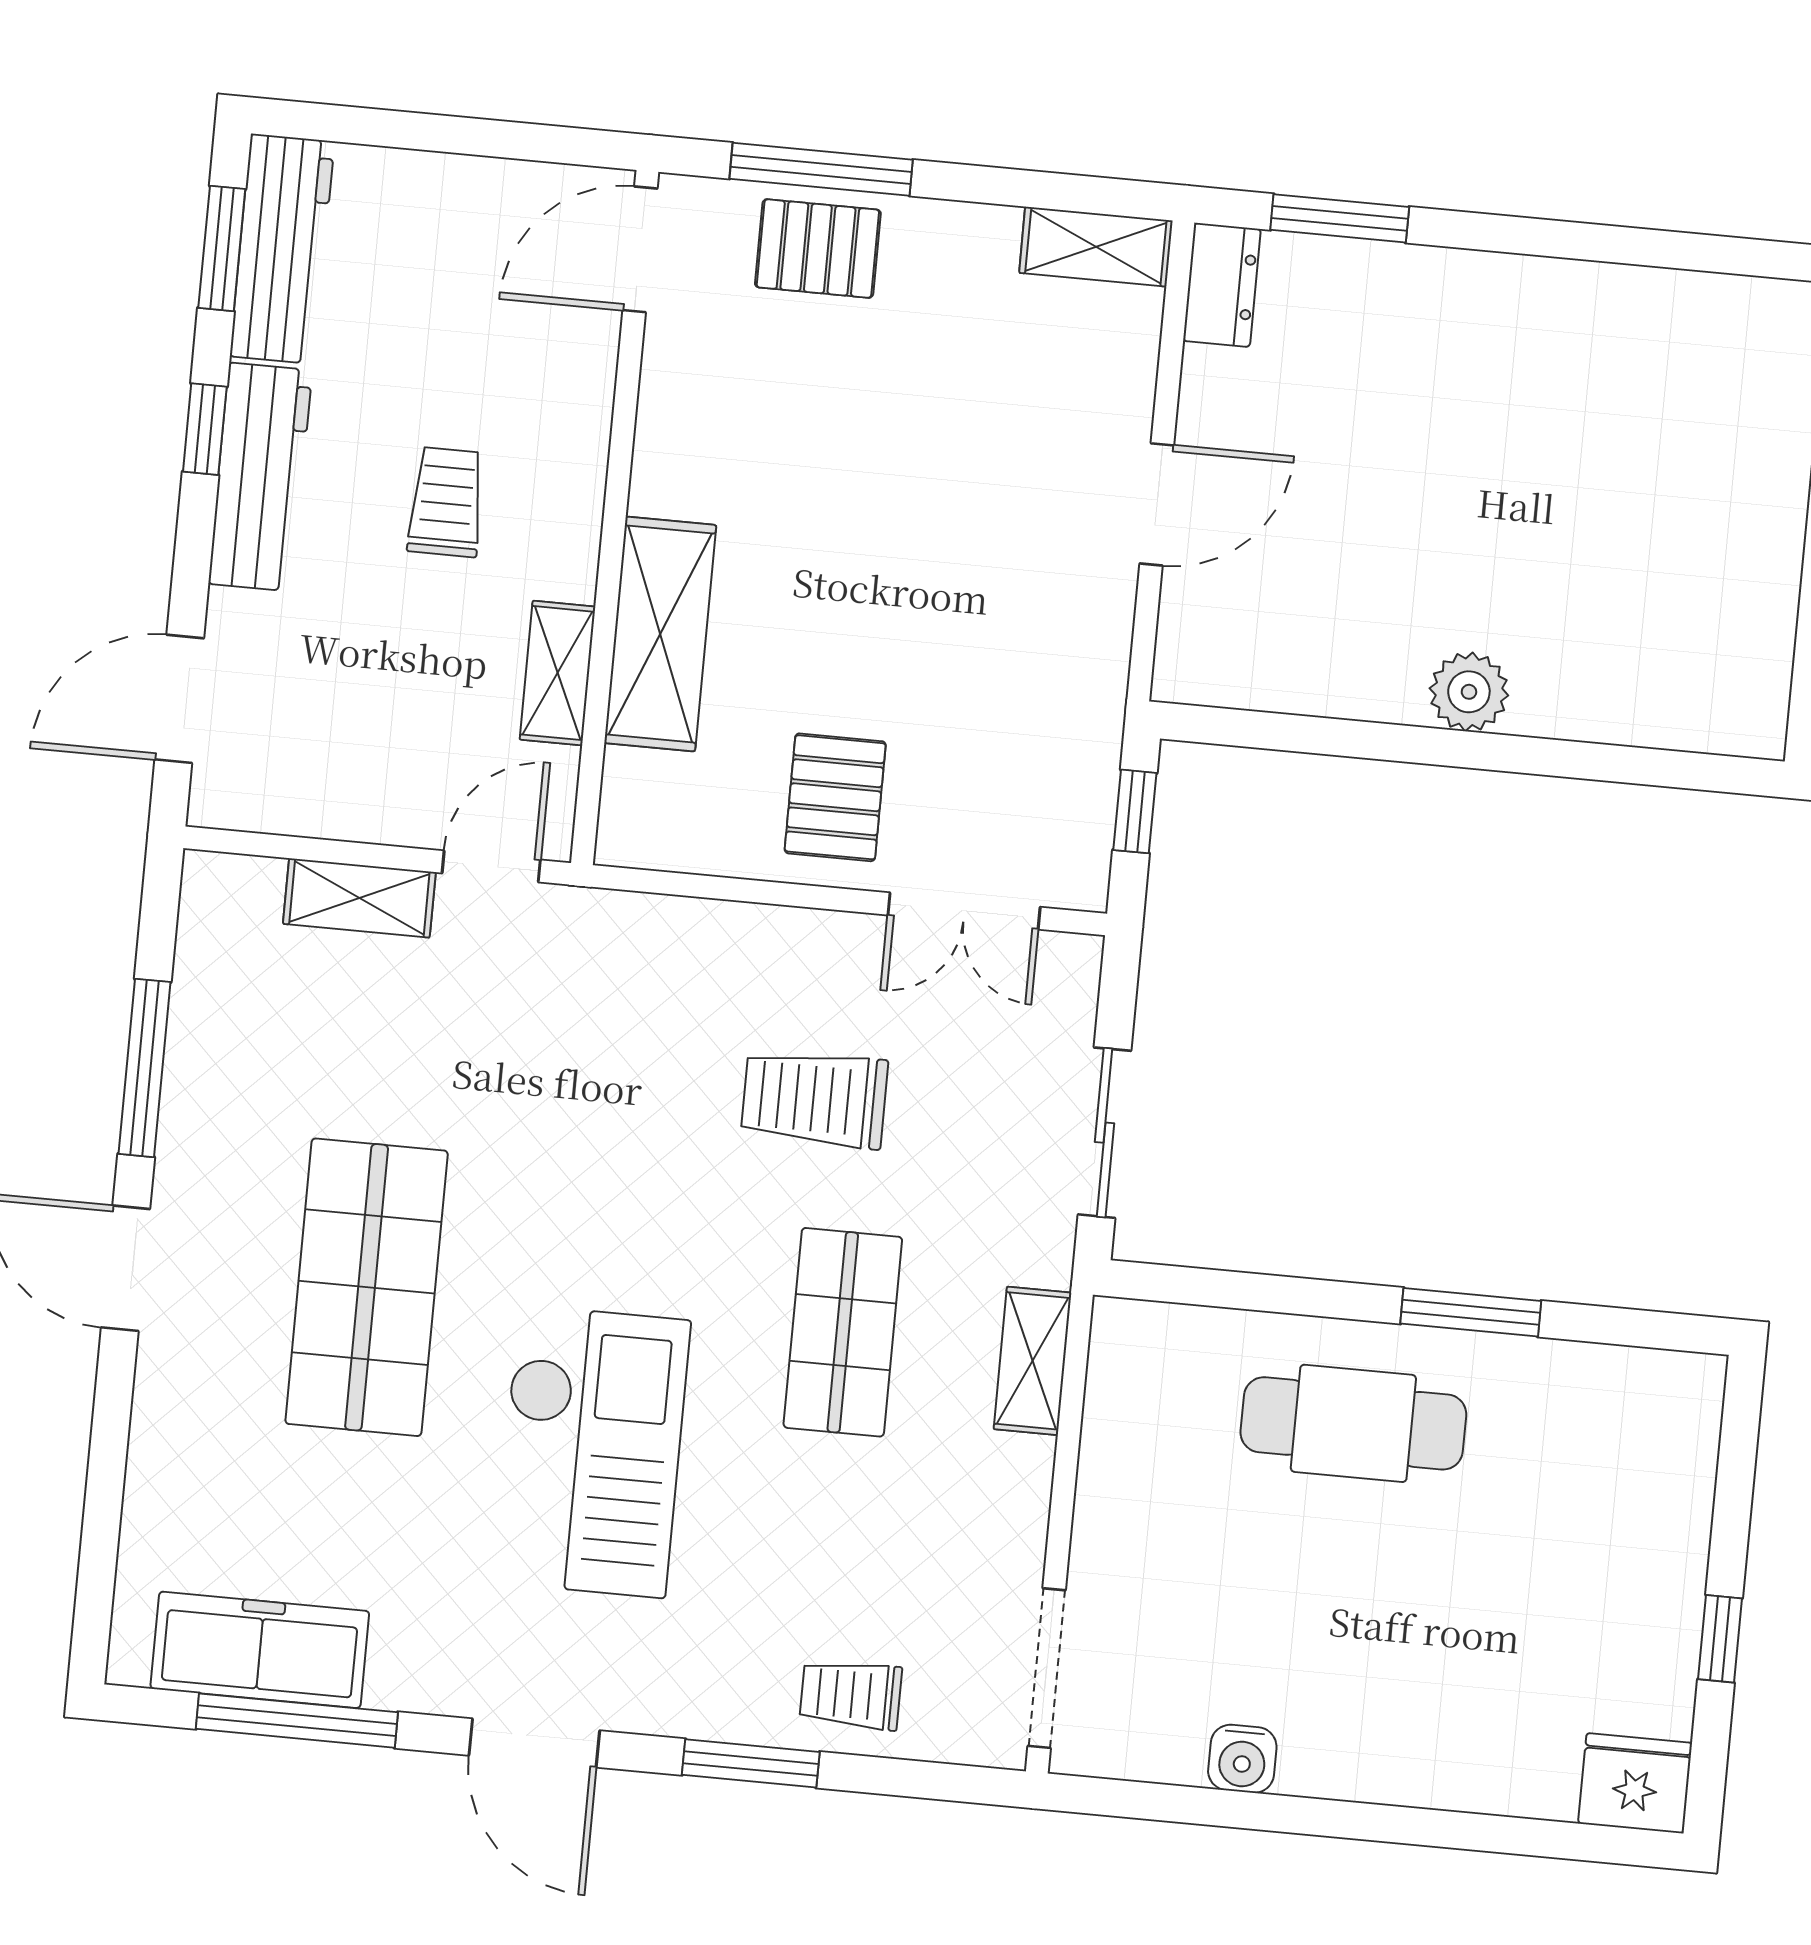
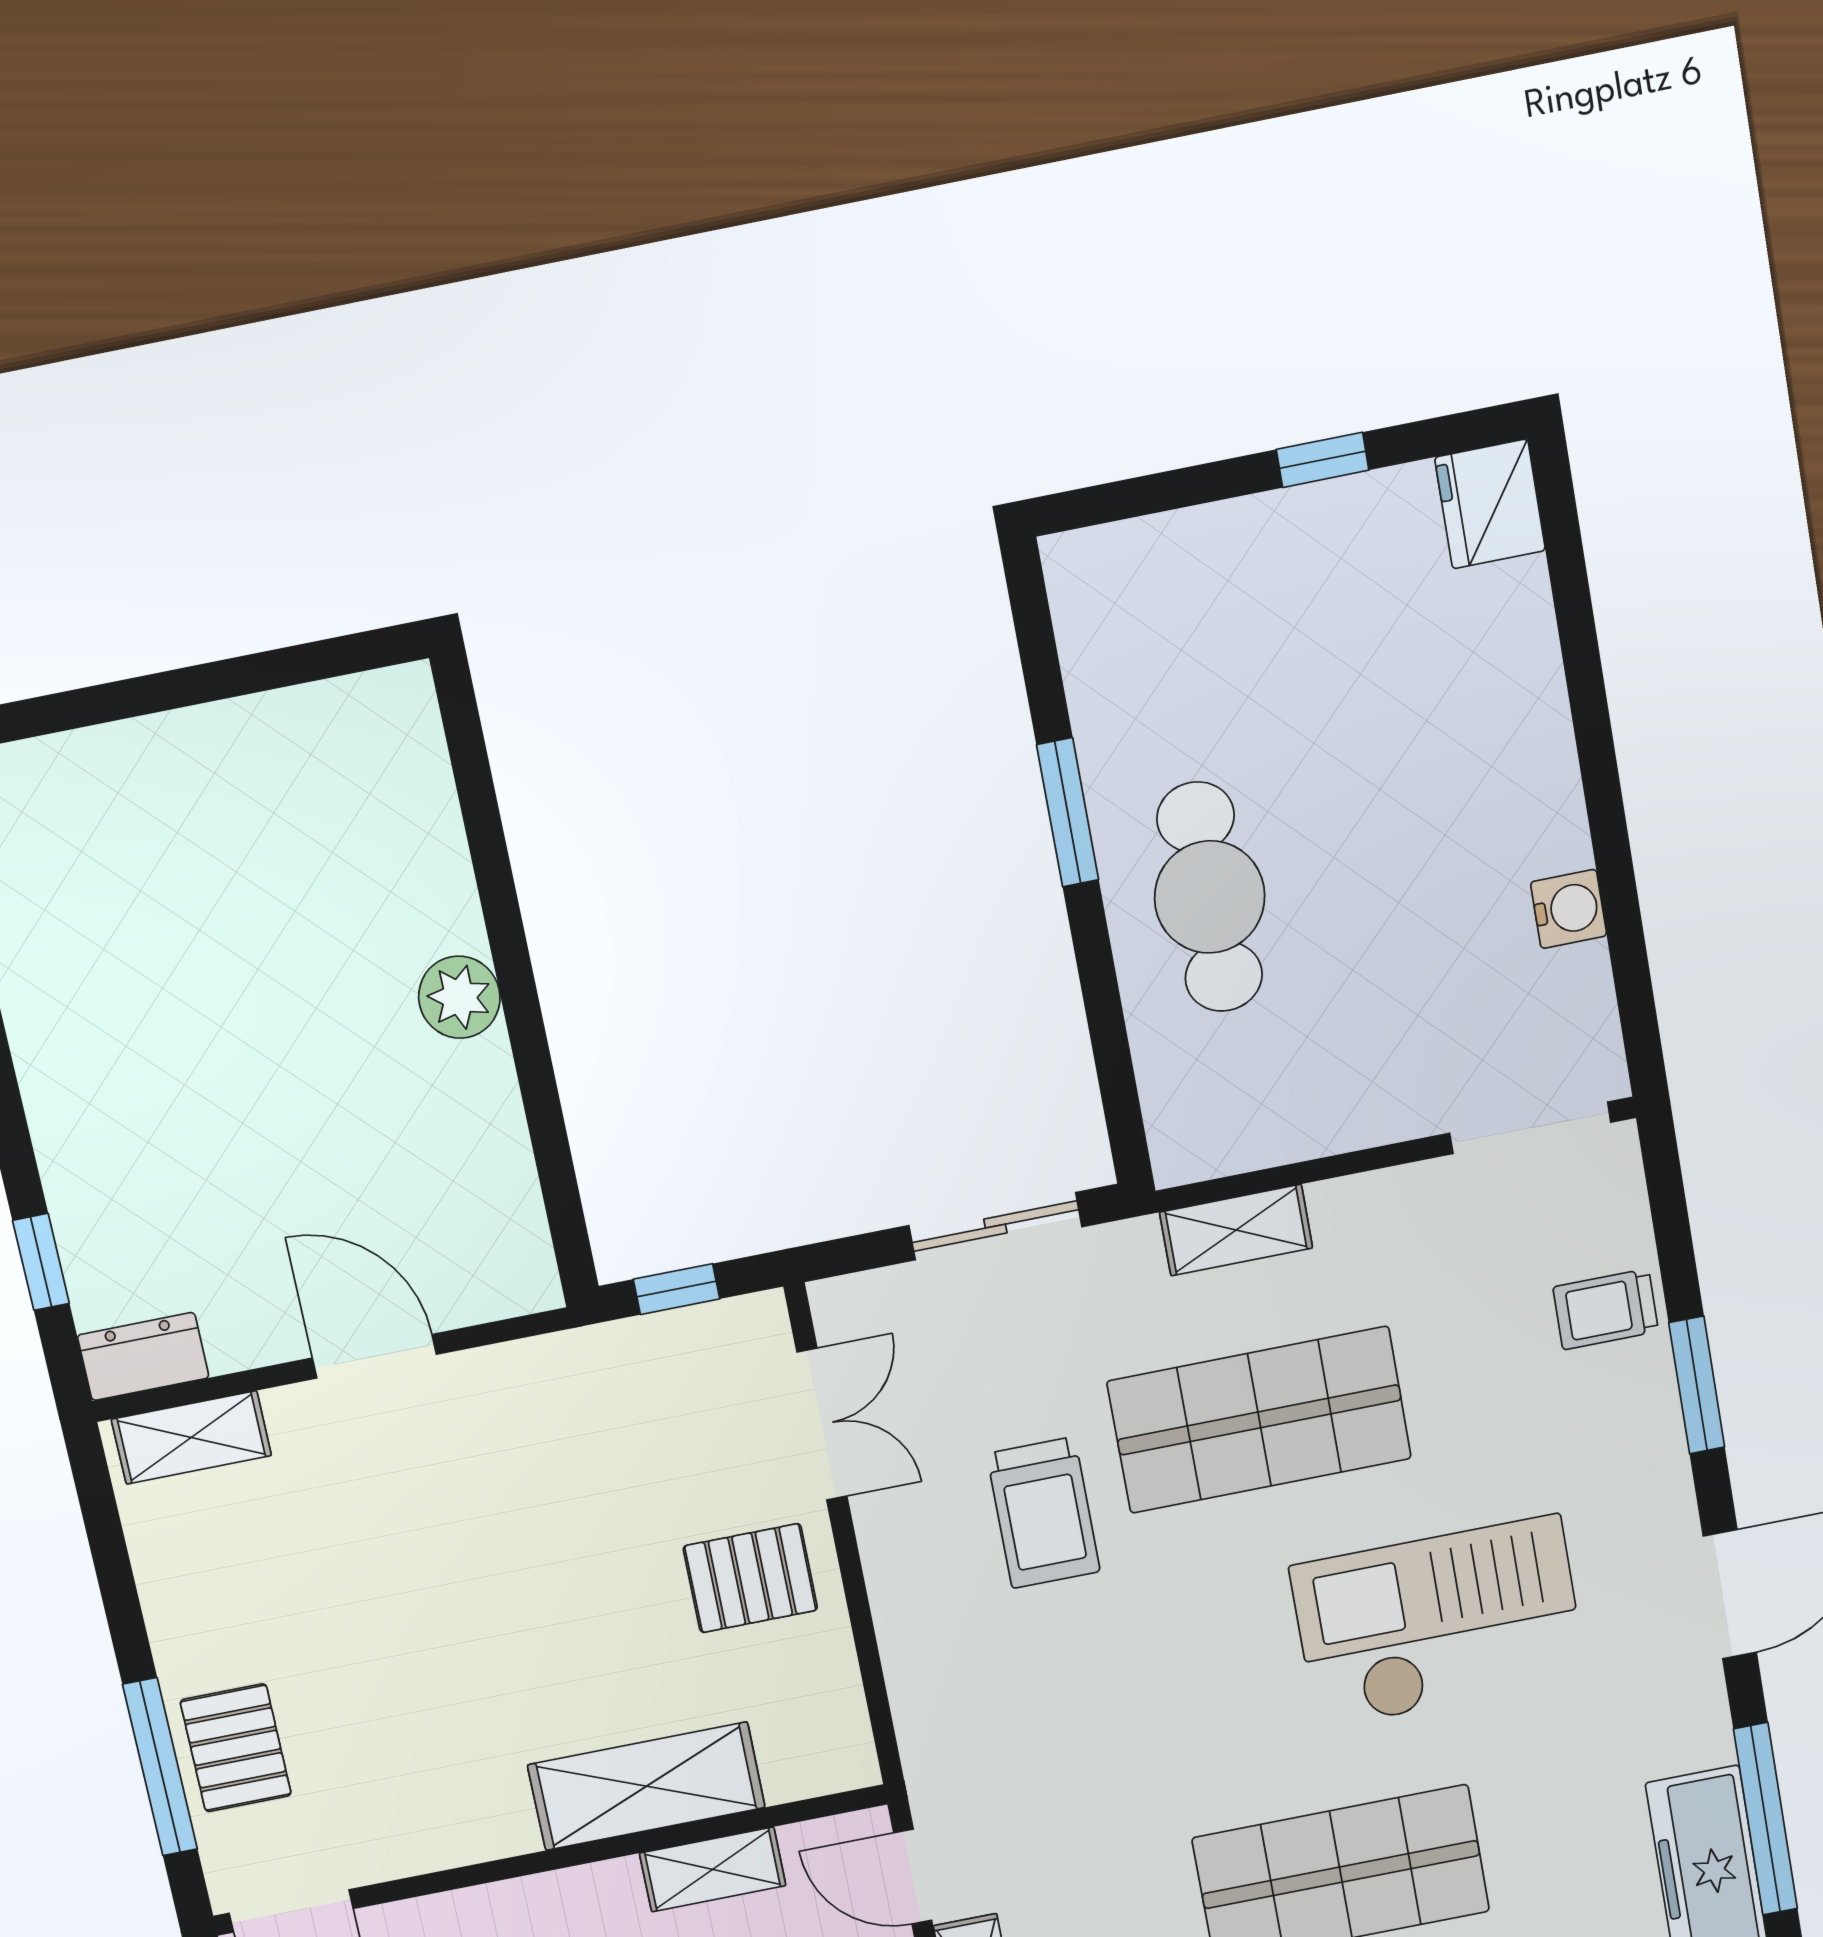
window: (1340, 218) -> (41, 1262), width x0.67
shelving: (1096, 247) -> (191, 1437), moved, turned 90
shop shelf: (843, 1332) -> (1259, 1420), width x1.43, depth x1.36
trolley: (851, 1695) -> (1606, 1309), turned 90

